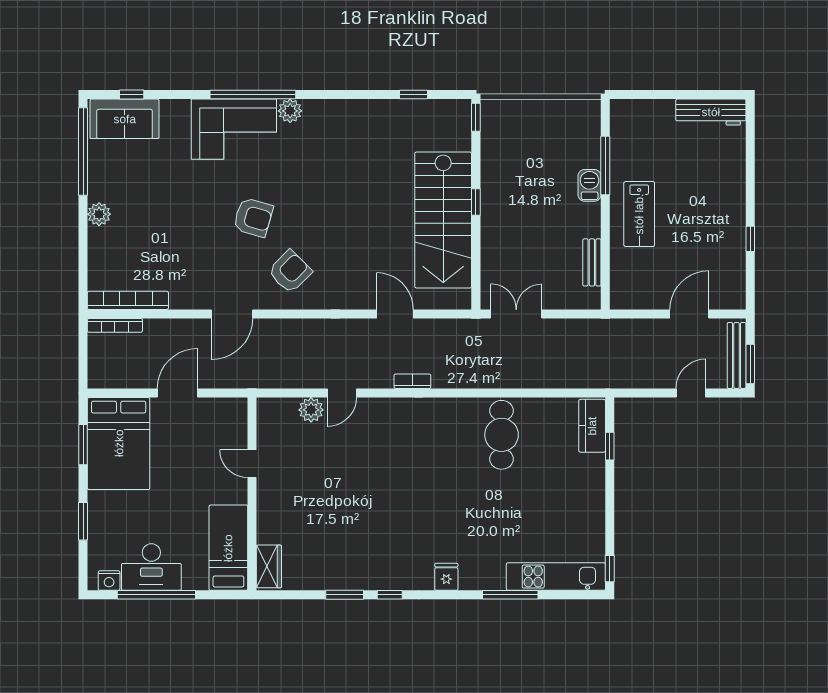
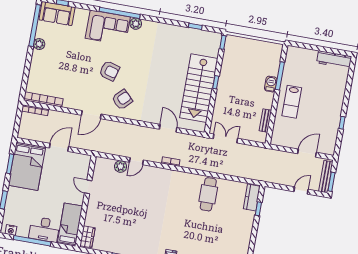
plant: (99, 214) -> (39, 44), moved
desk: (151, 567) -> (44, 229), moved

